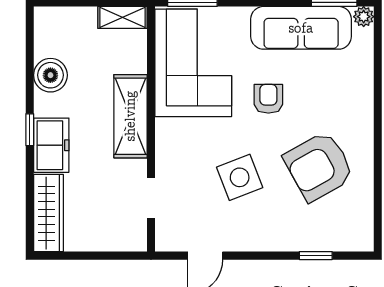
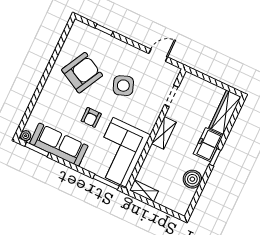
shelving: (130, 116) -> (164, 133), width x0.67, depth x0.75
armchair: (319, 166) -> (82, 73), turned -33

